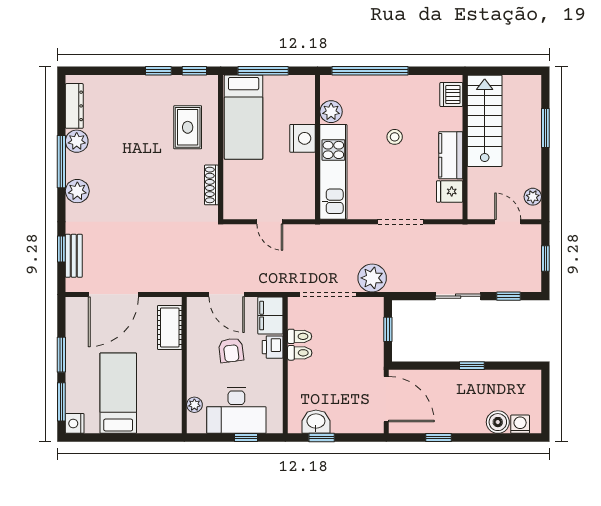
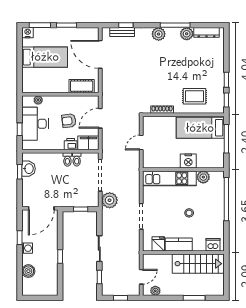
washing machine: (520, 424) -> (27, 248), moved

